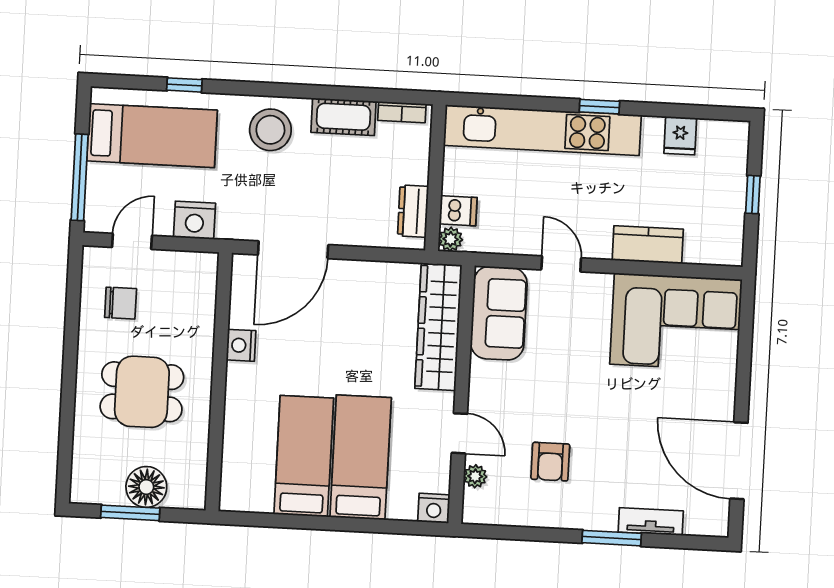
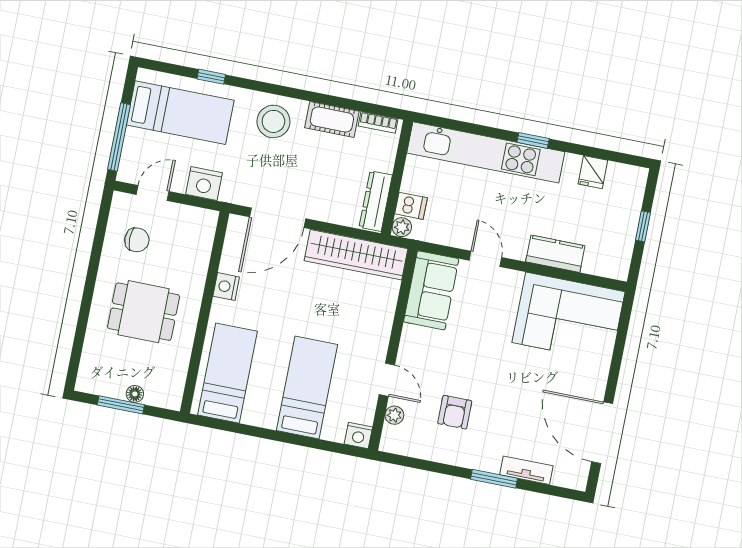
dresser: (413, 211) -> (376, 201), width x1.44
wardrobe: (438, 327) -> (356, 255), moved, turned -90
bed: (304, 456) -> (228, 373), moved
floor lamp: (146, 487) -> (135, 394), width x0.53, depth x0.53

